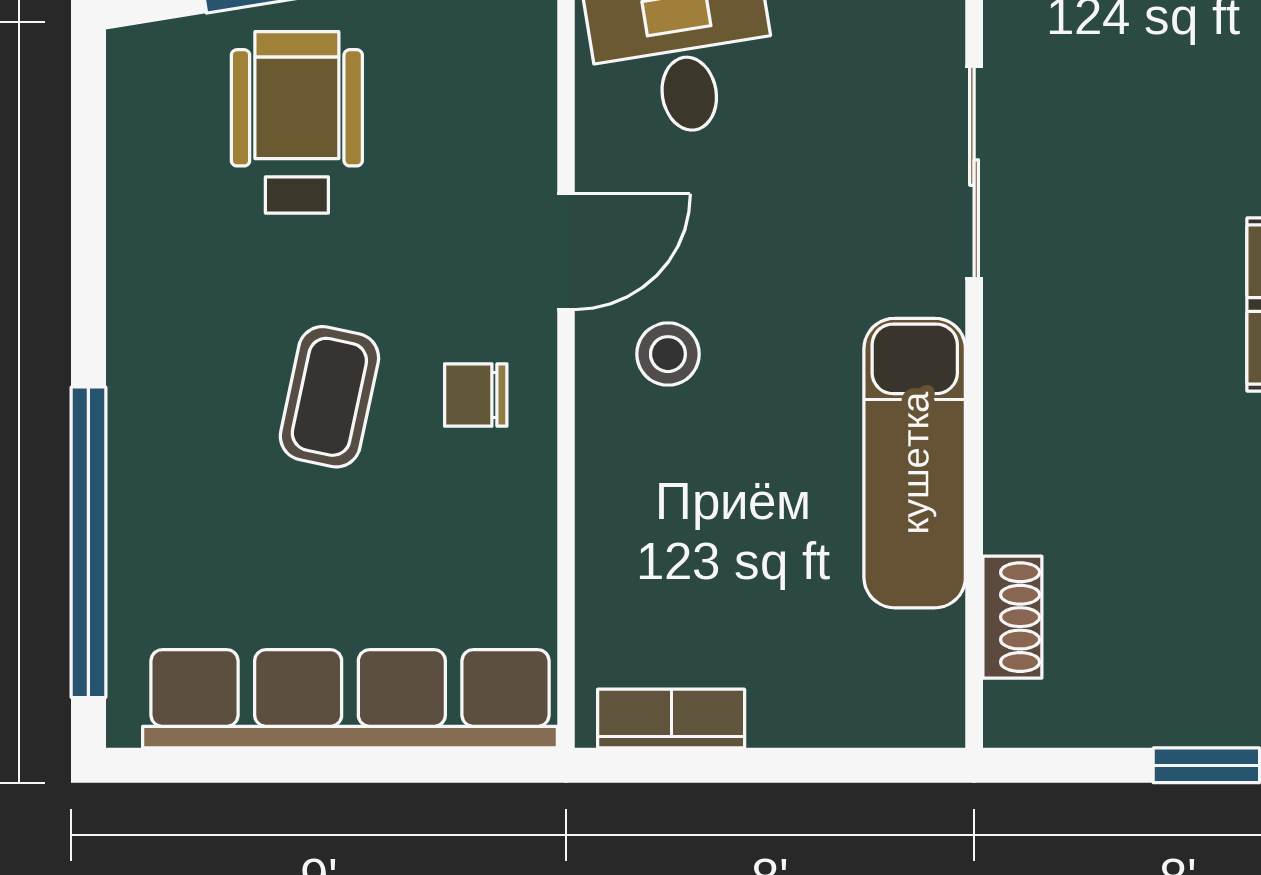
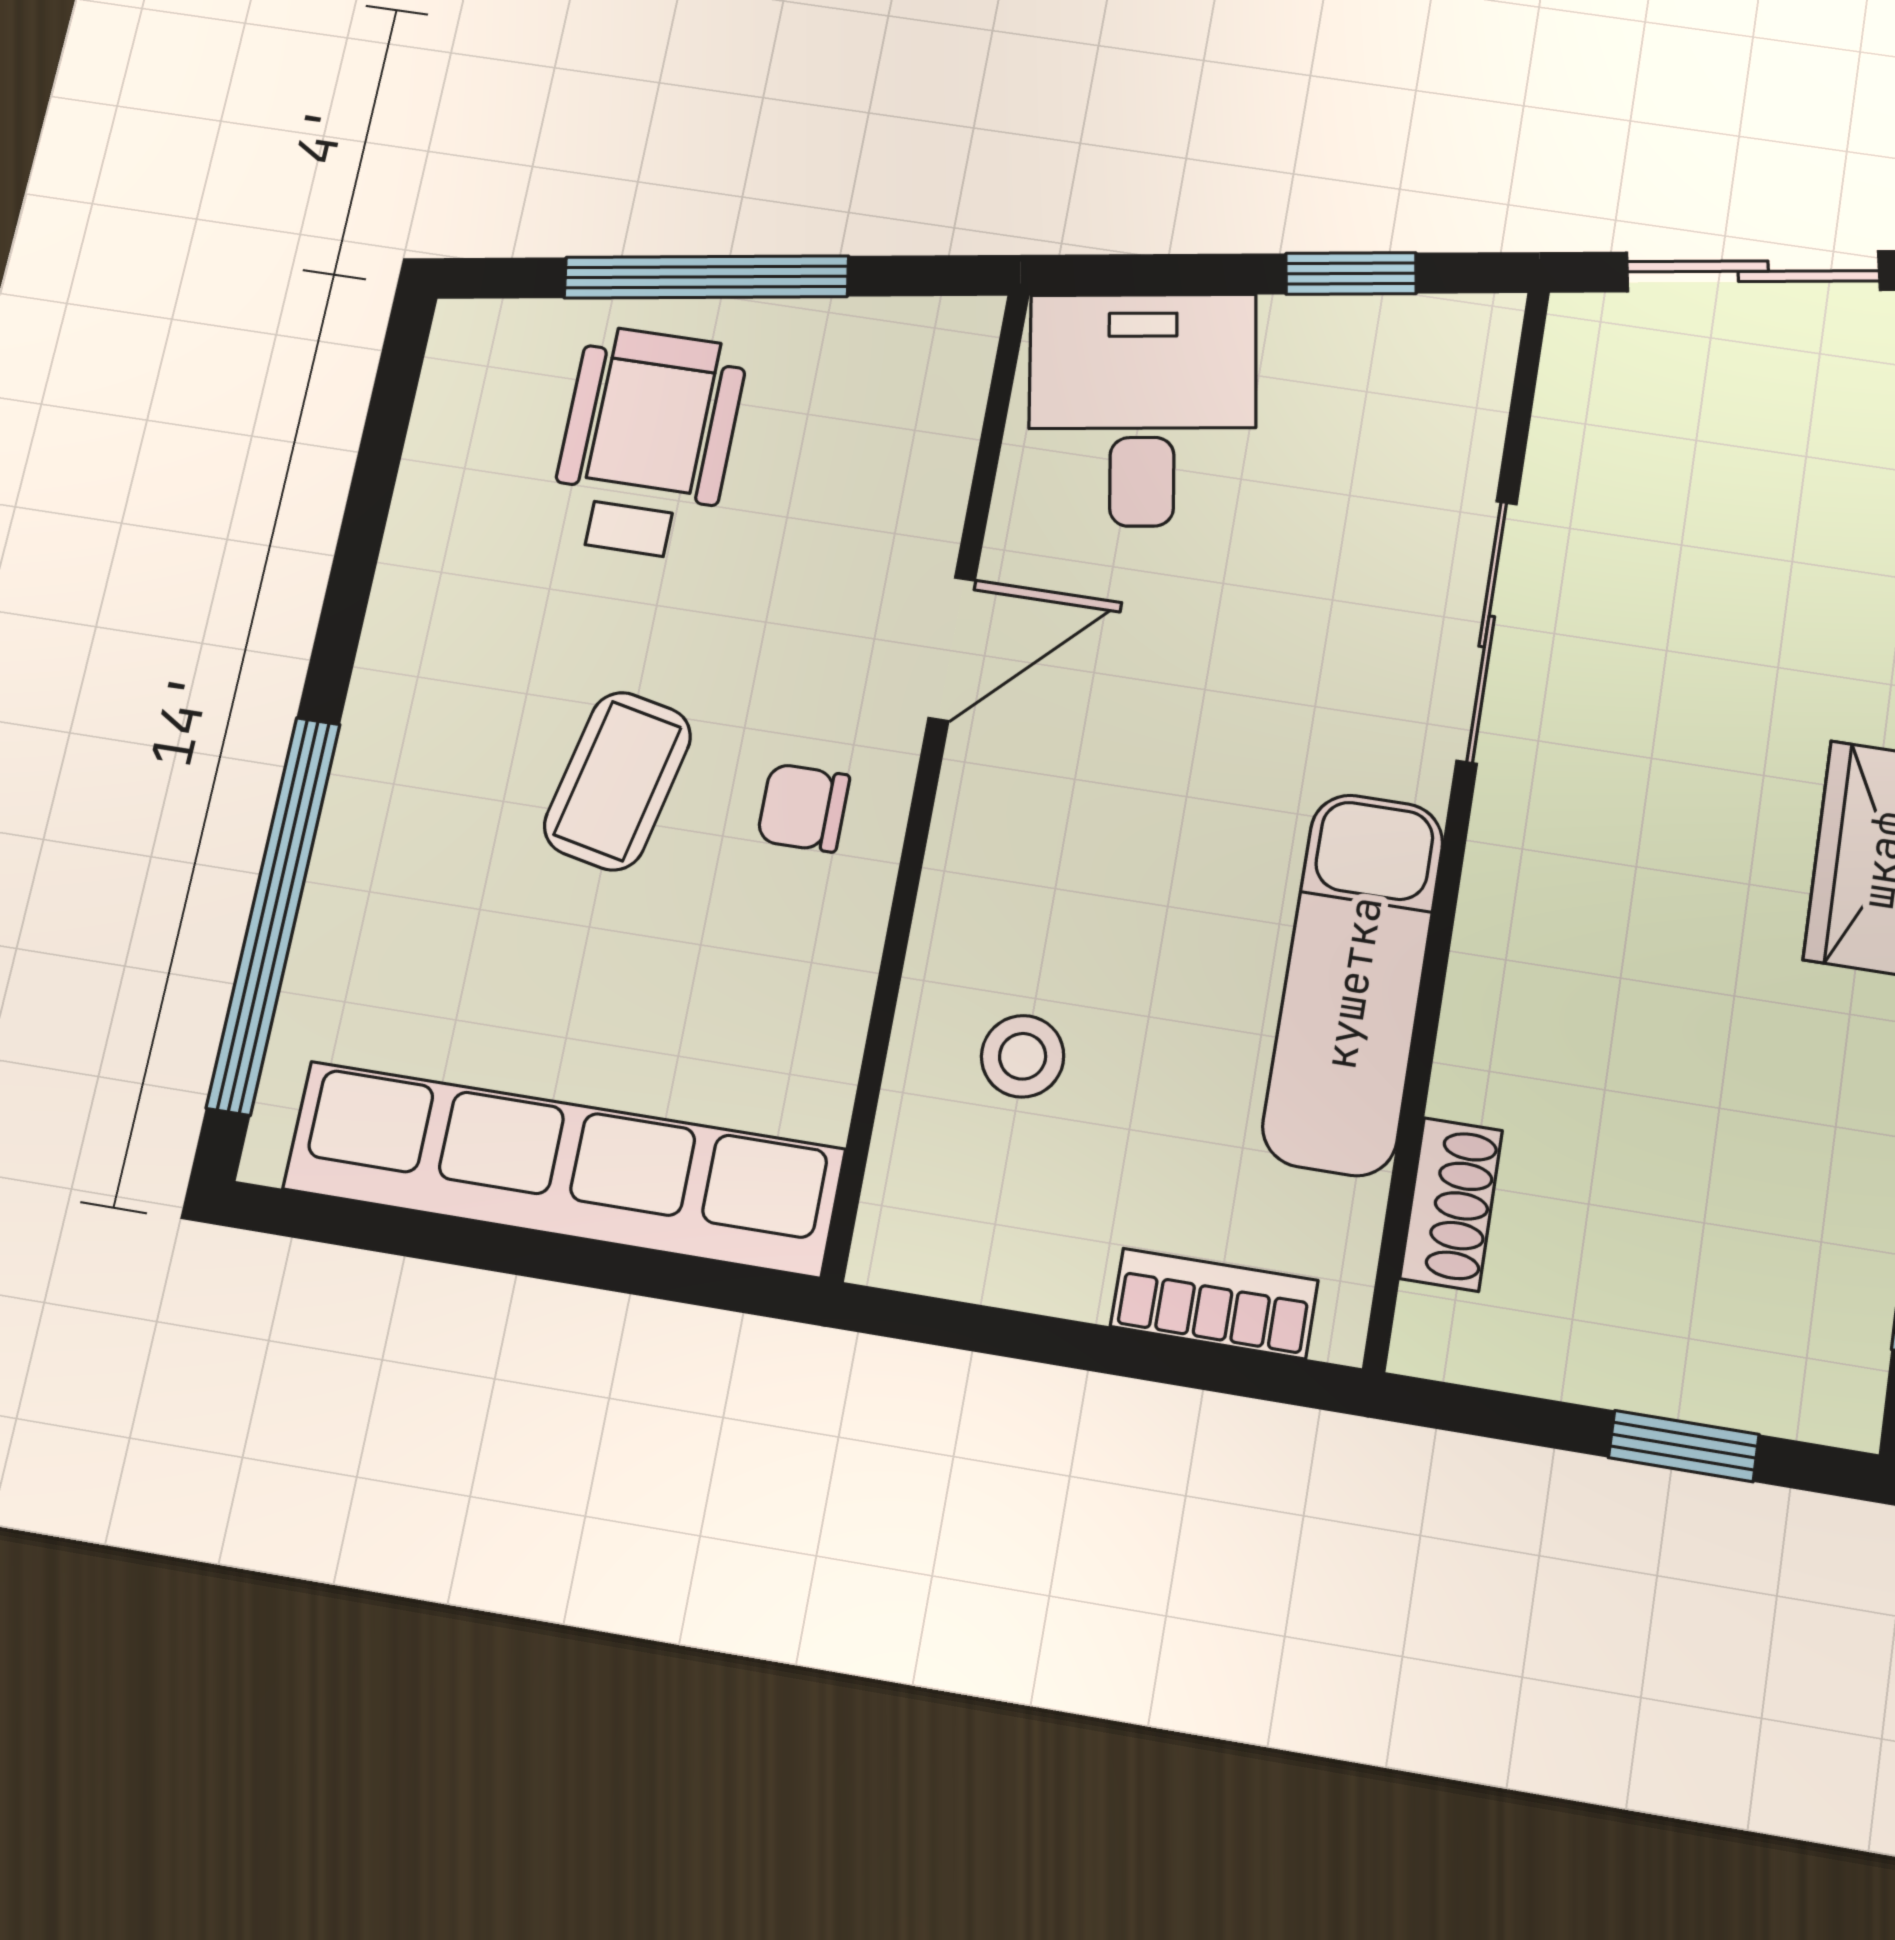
stool: (668, 354) -> (1023, 1056), moved
bookcase: (671, 719) -> (1214, 1303), moved

